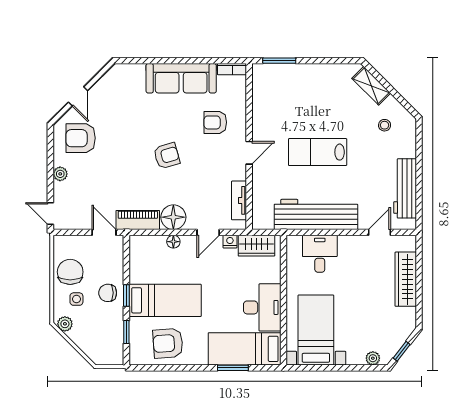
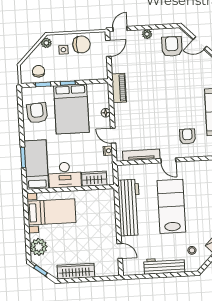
lab bench: (318, 152) -> (171, 206), width x1.36, depth x1.39
armchair: (167, 156) -> (163, 105), removed
workbench: (405, 188) -> (164, 266), moved
tv unit: (239, 200) -> (141, 155), width x1.41
floor lamp: (173, 217) -> (122, 112), removed
door: (104, 232) -> (108, 48), moved
wardrobe: (256, 246) -> (94, 179), moved, turned 90
desk: (320, 254) -> (103, 212), removed
wardrobe: (406, 279) -> (76, 271), moved
chair: (108, 293) -> (39, 71), moved
bed: (165, 300) -> (71, 109), width x1.50
plant: (373, 358) -> (39, 247), width x1.87, depth x1.87

